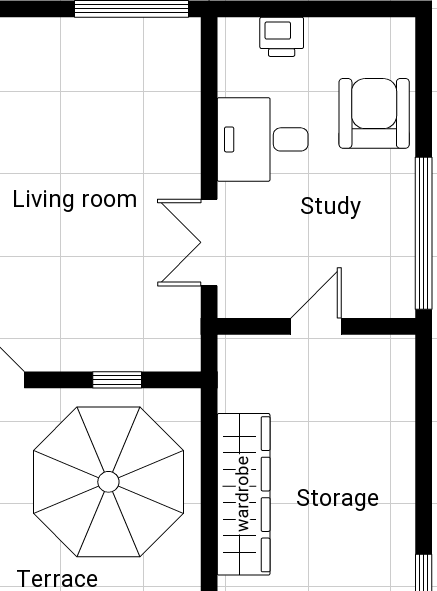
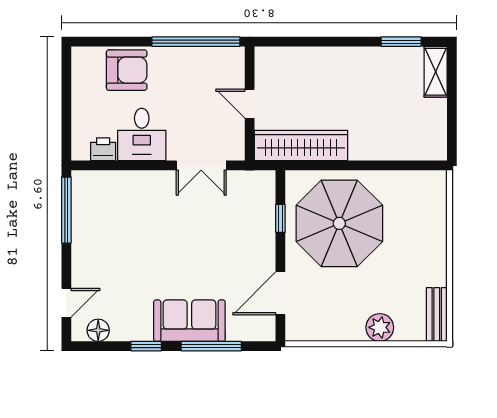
printer: (282, 37) -> (103, 149), moved, turned -90
armchair: (374, 113) -> (127, 70), turned 180
wardrobe: (244, 494) -> (301, 145), moved

